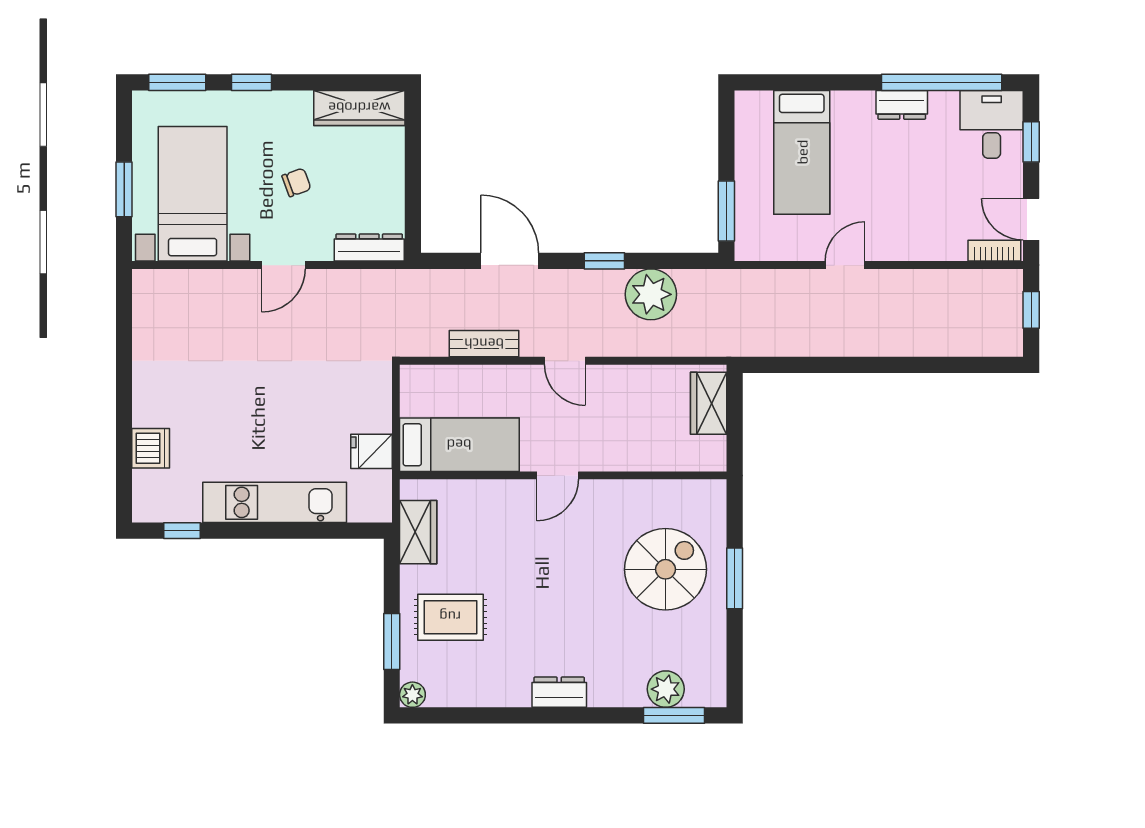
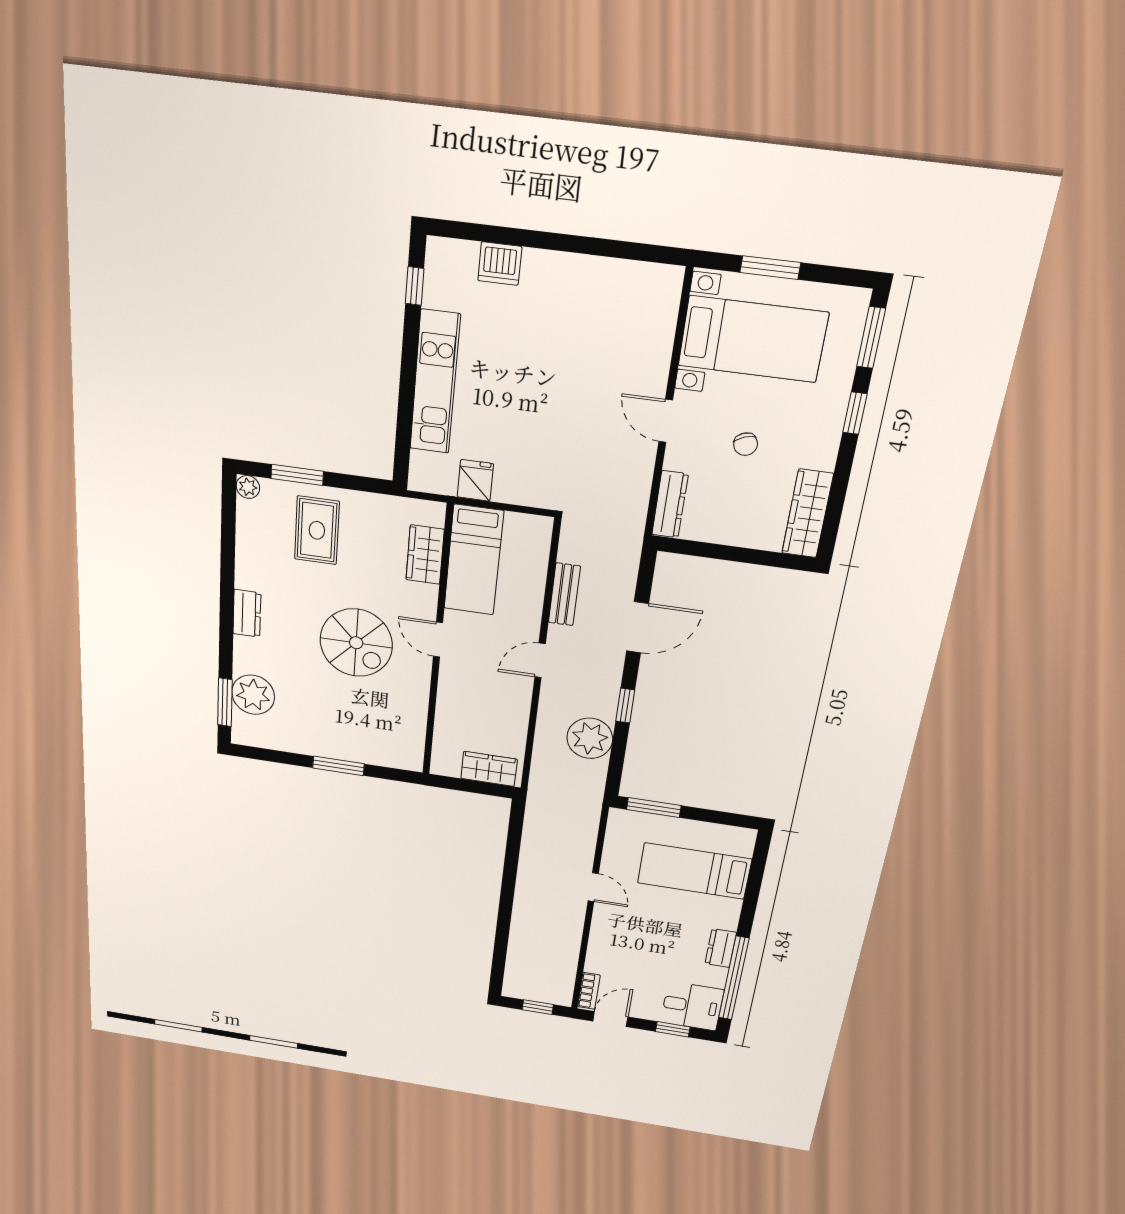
wardrobe: (418, 532) -> (425, 555), moved, turned 90
spiral stairs: (665, 569) -> (356, 643), moved
plant: (666, 689) -> (253, 695), width x1.36, depth x1.36

